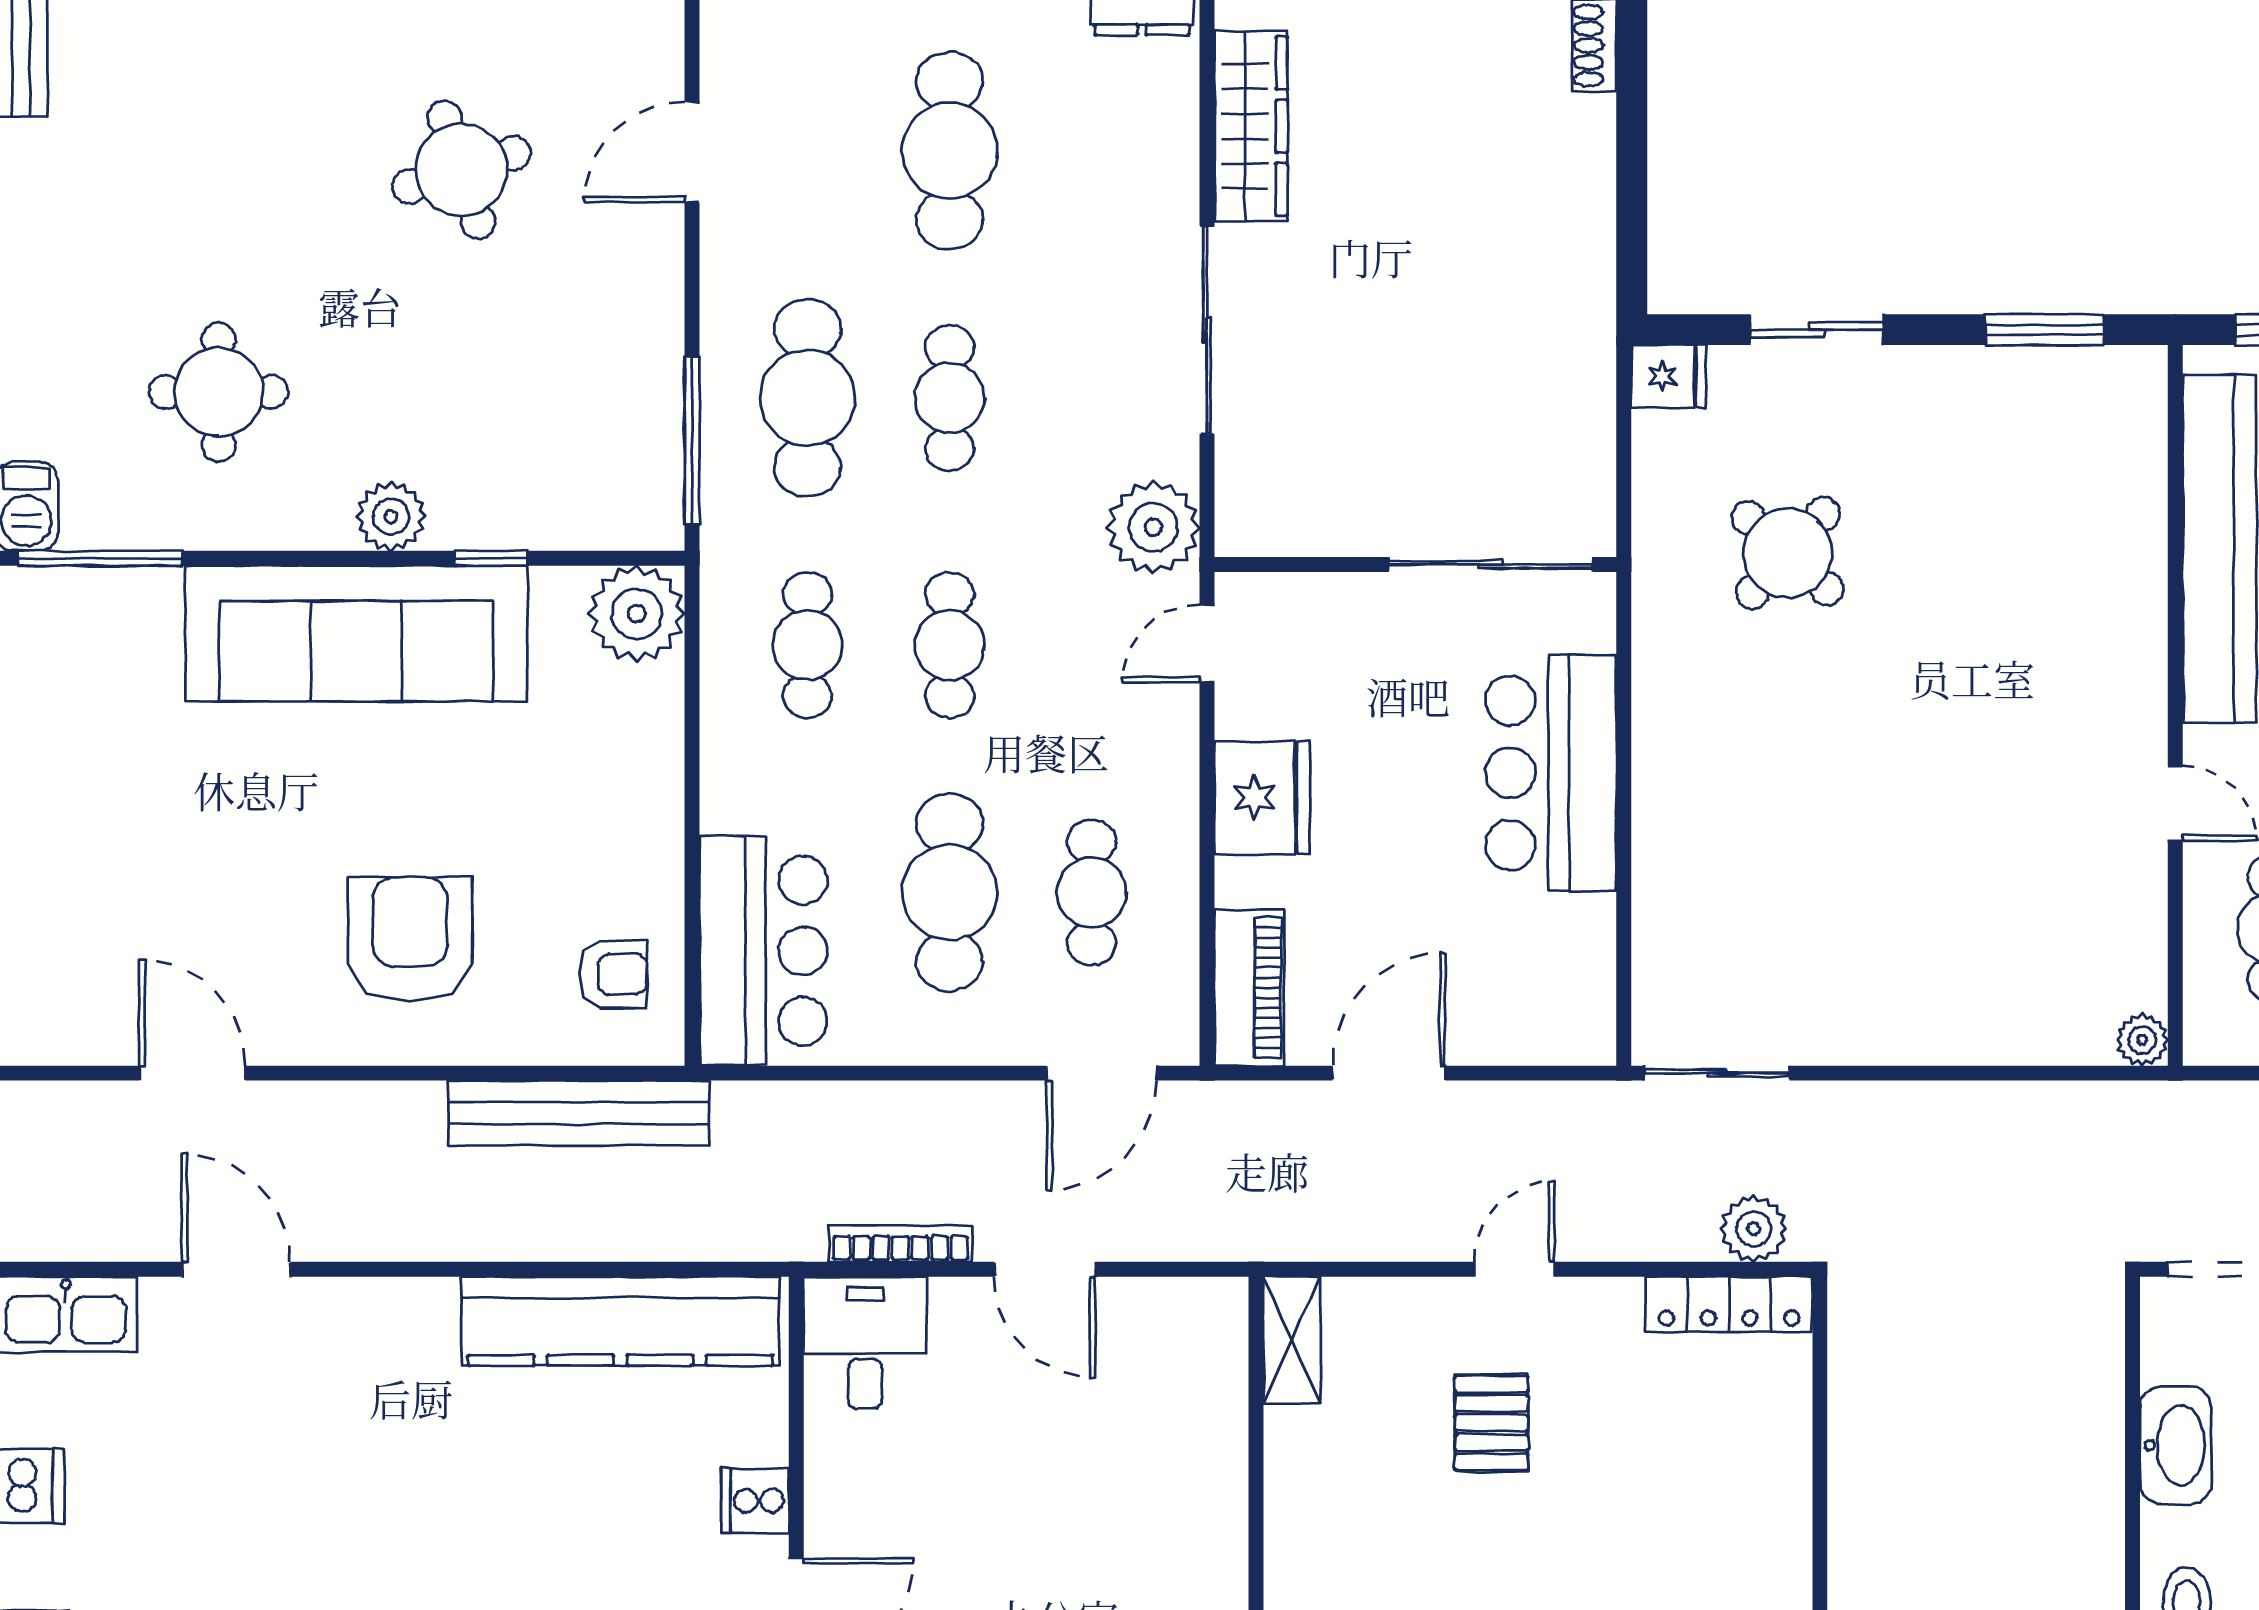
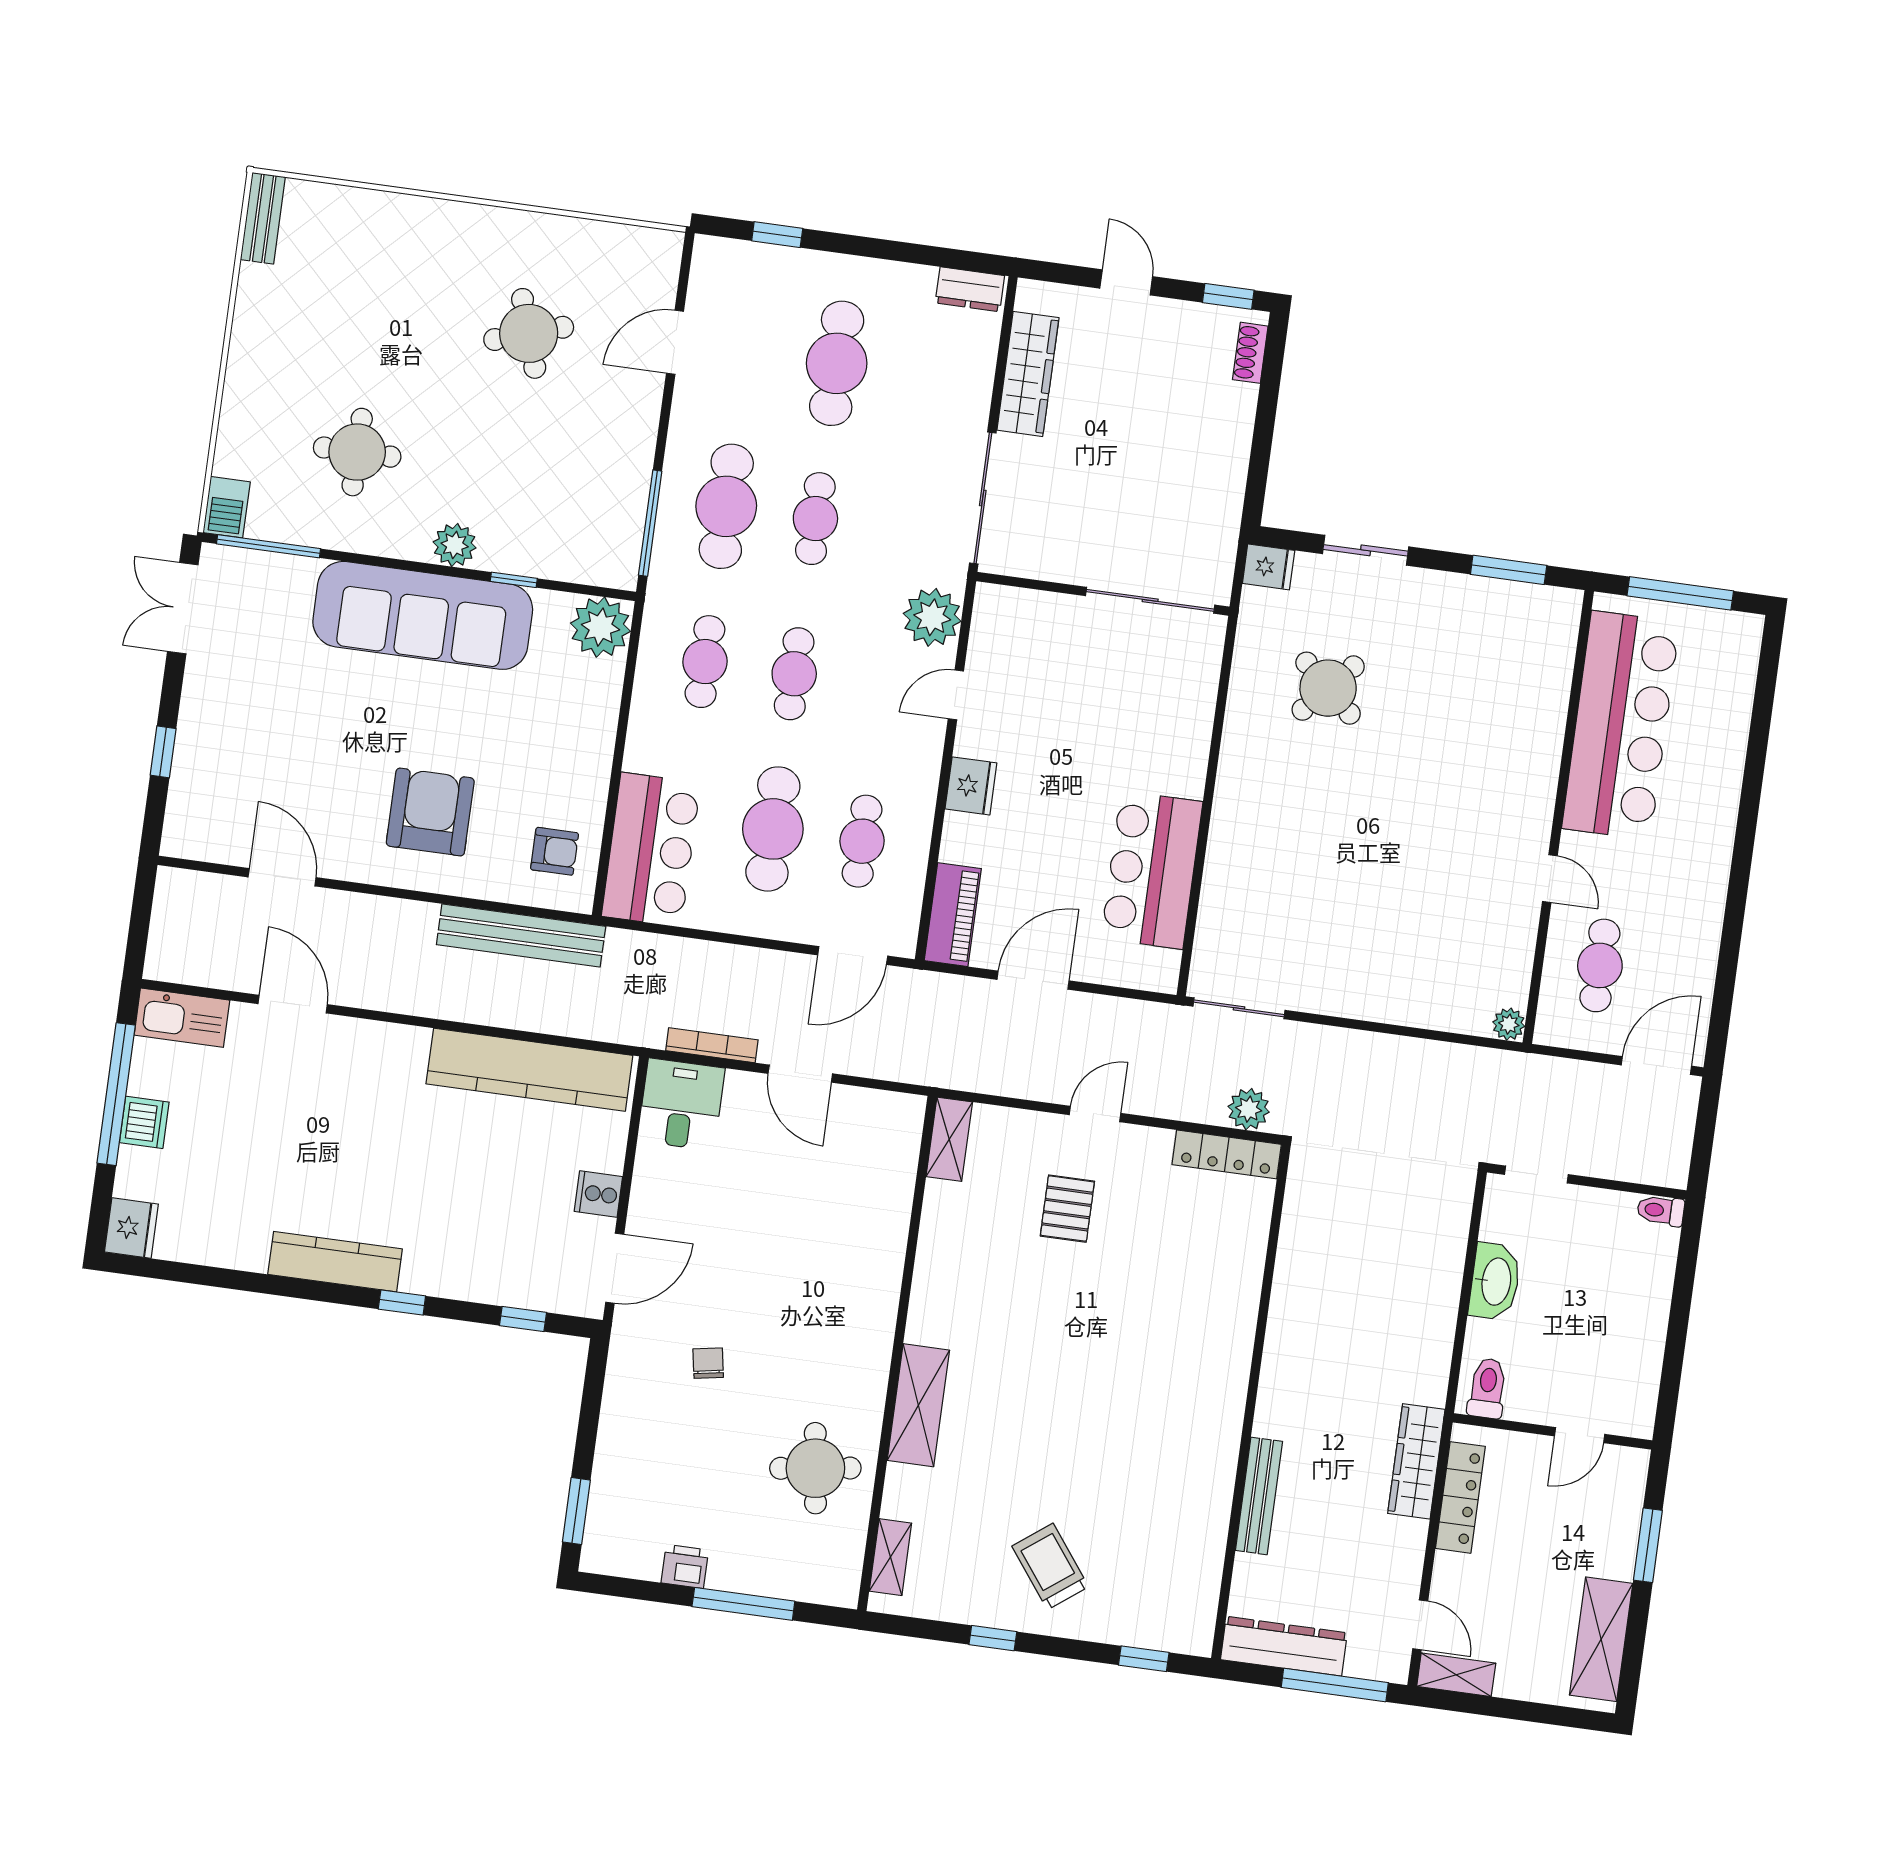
wall: (1415, 564) -> (1103, 594), moved
sliding door: (1491, 564) -> (1150, 600), moved
bar counter: (1551, 773) -> (1152, 870), moved
fridge: (1262, 798) -> (971, 786), width x0.73, depth x0.75

